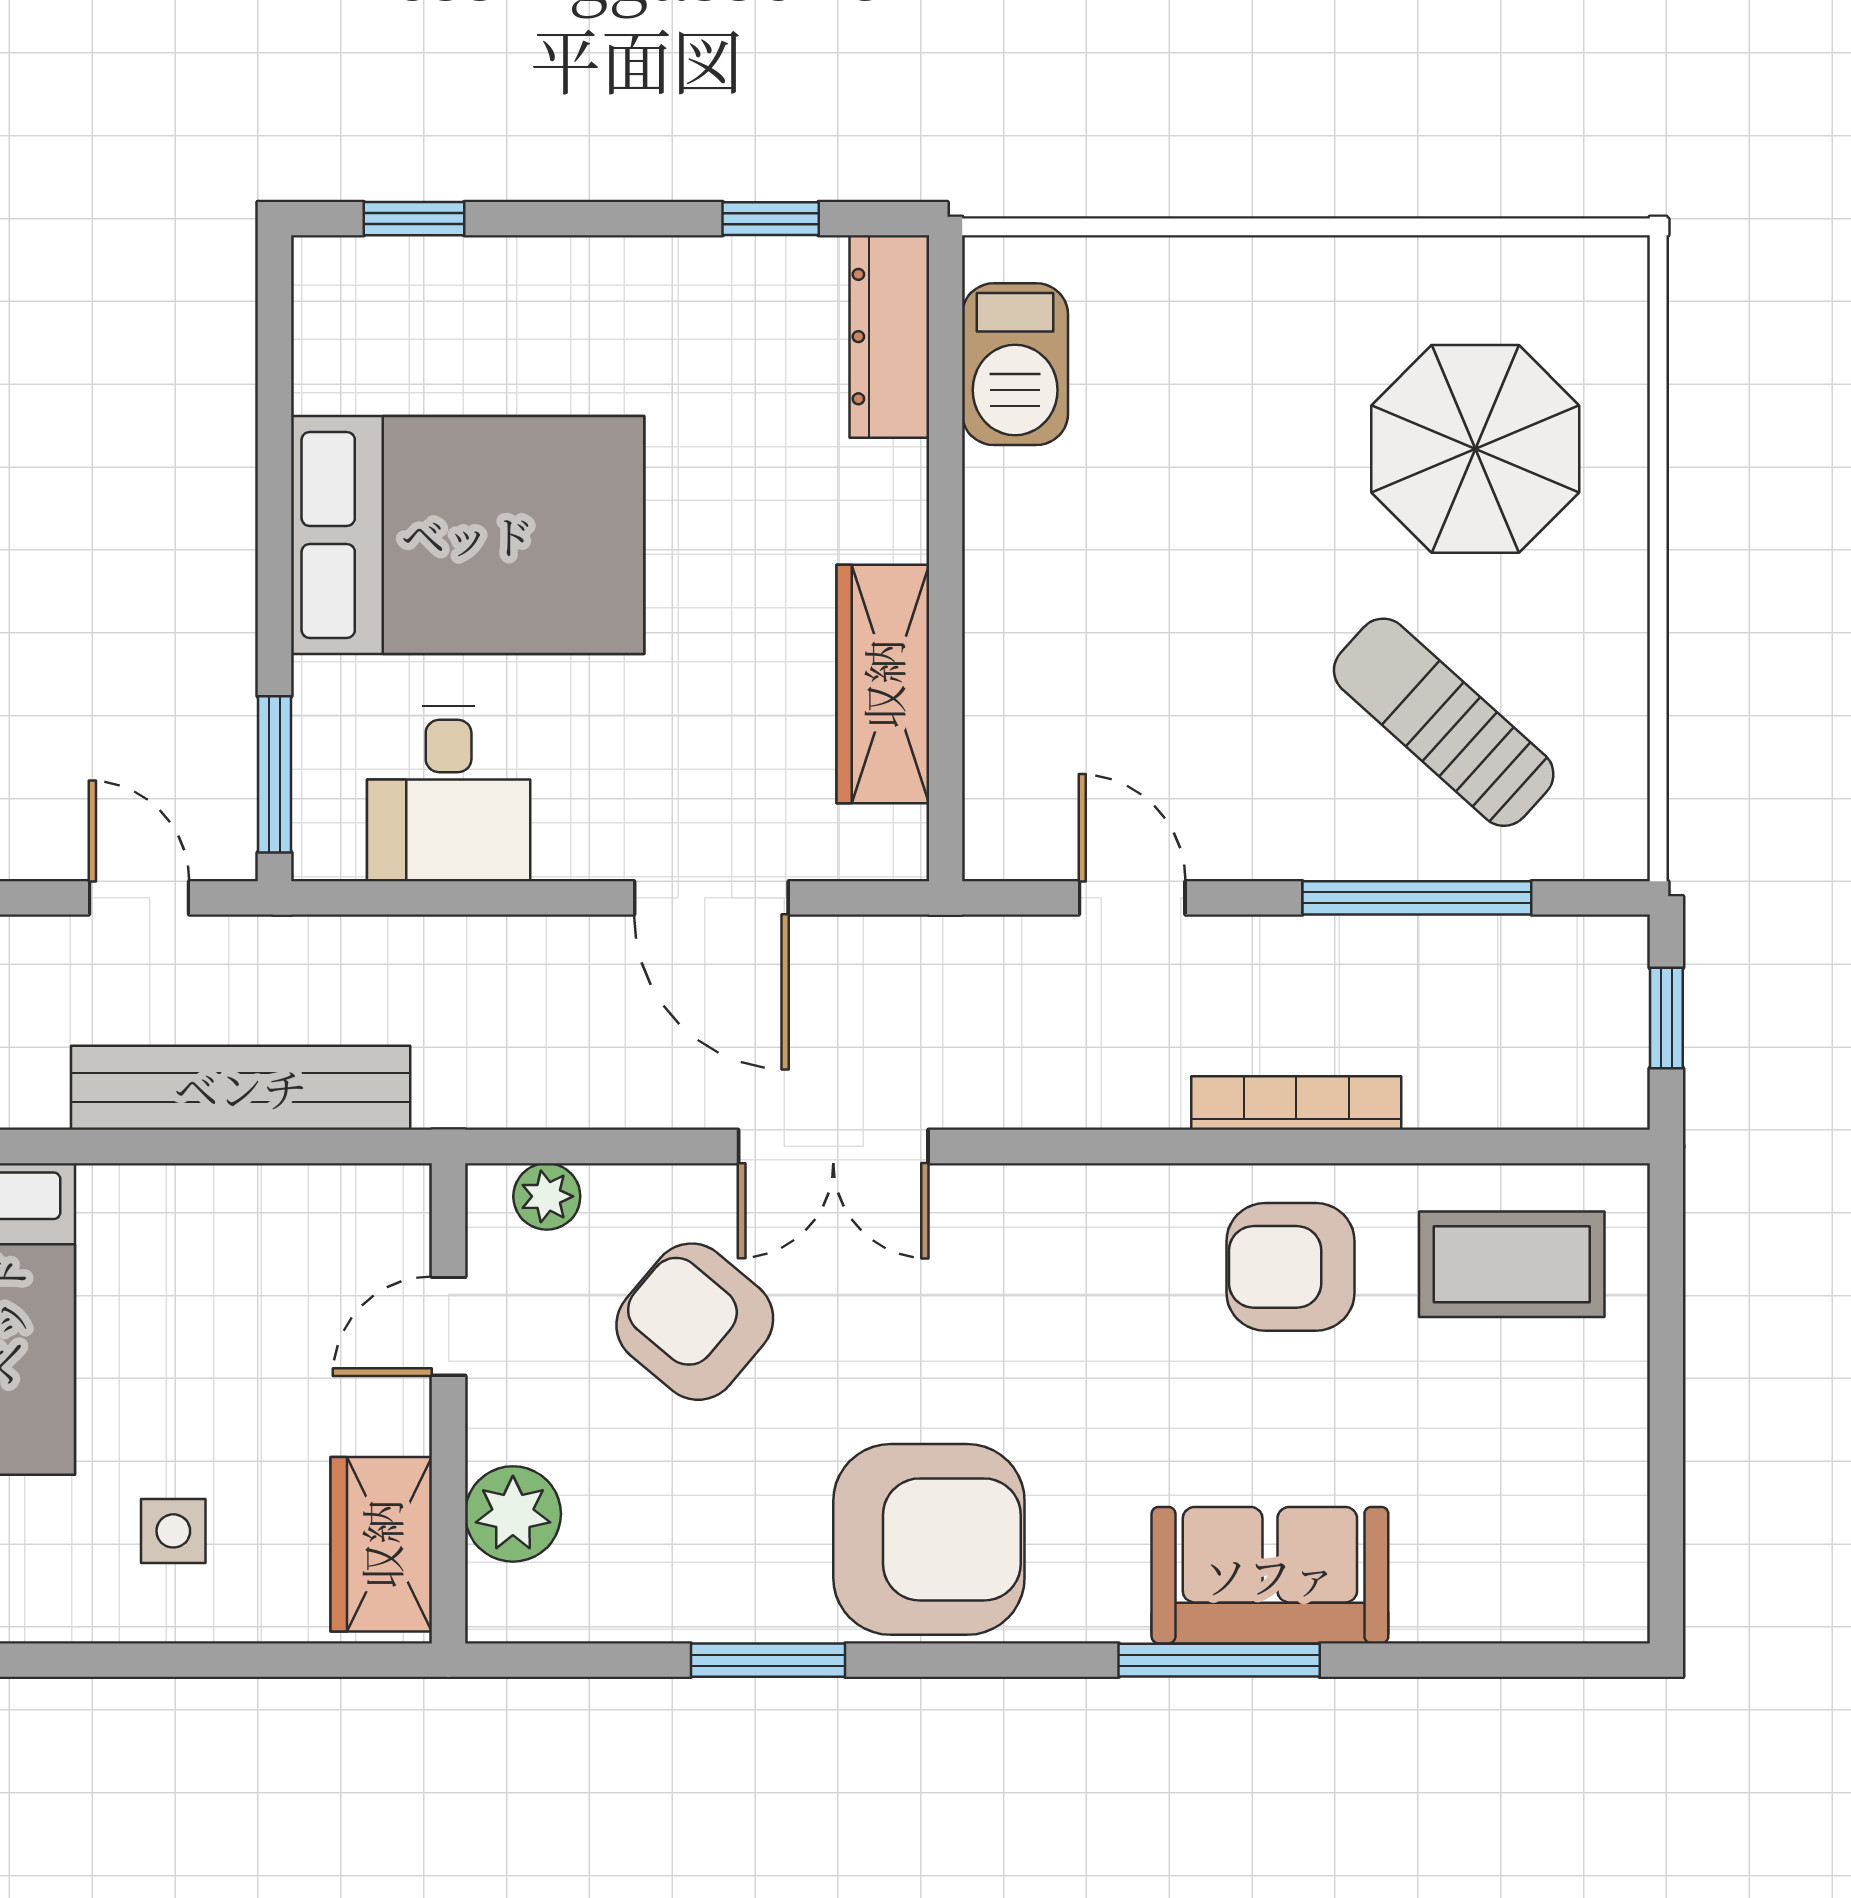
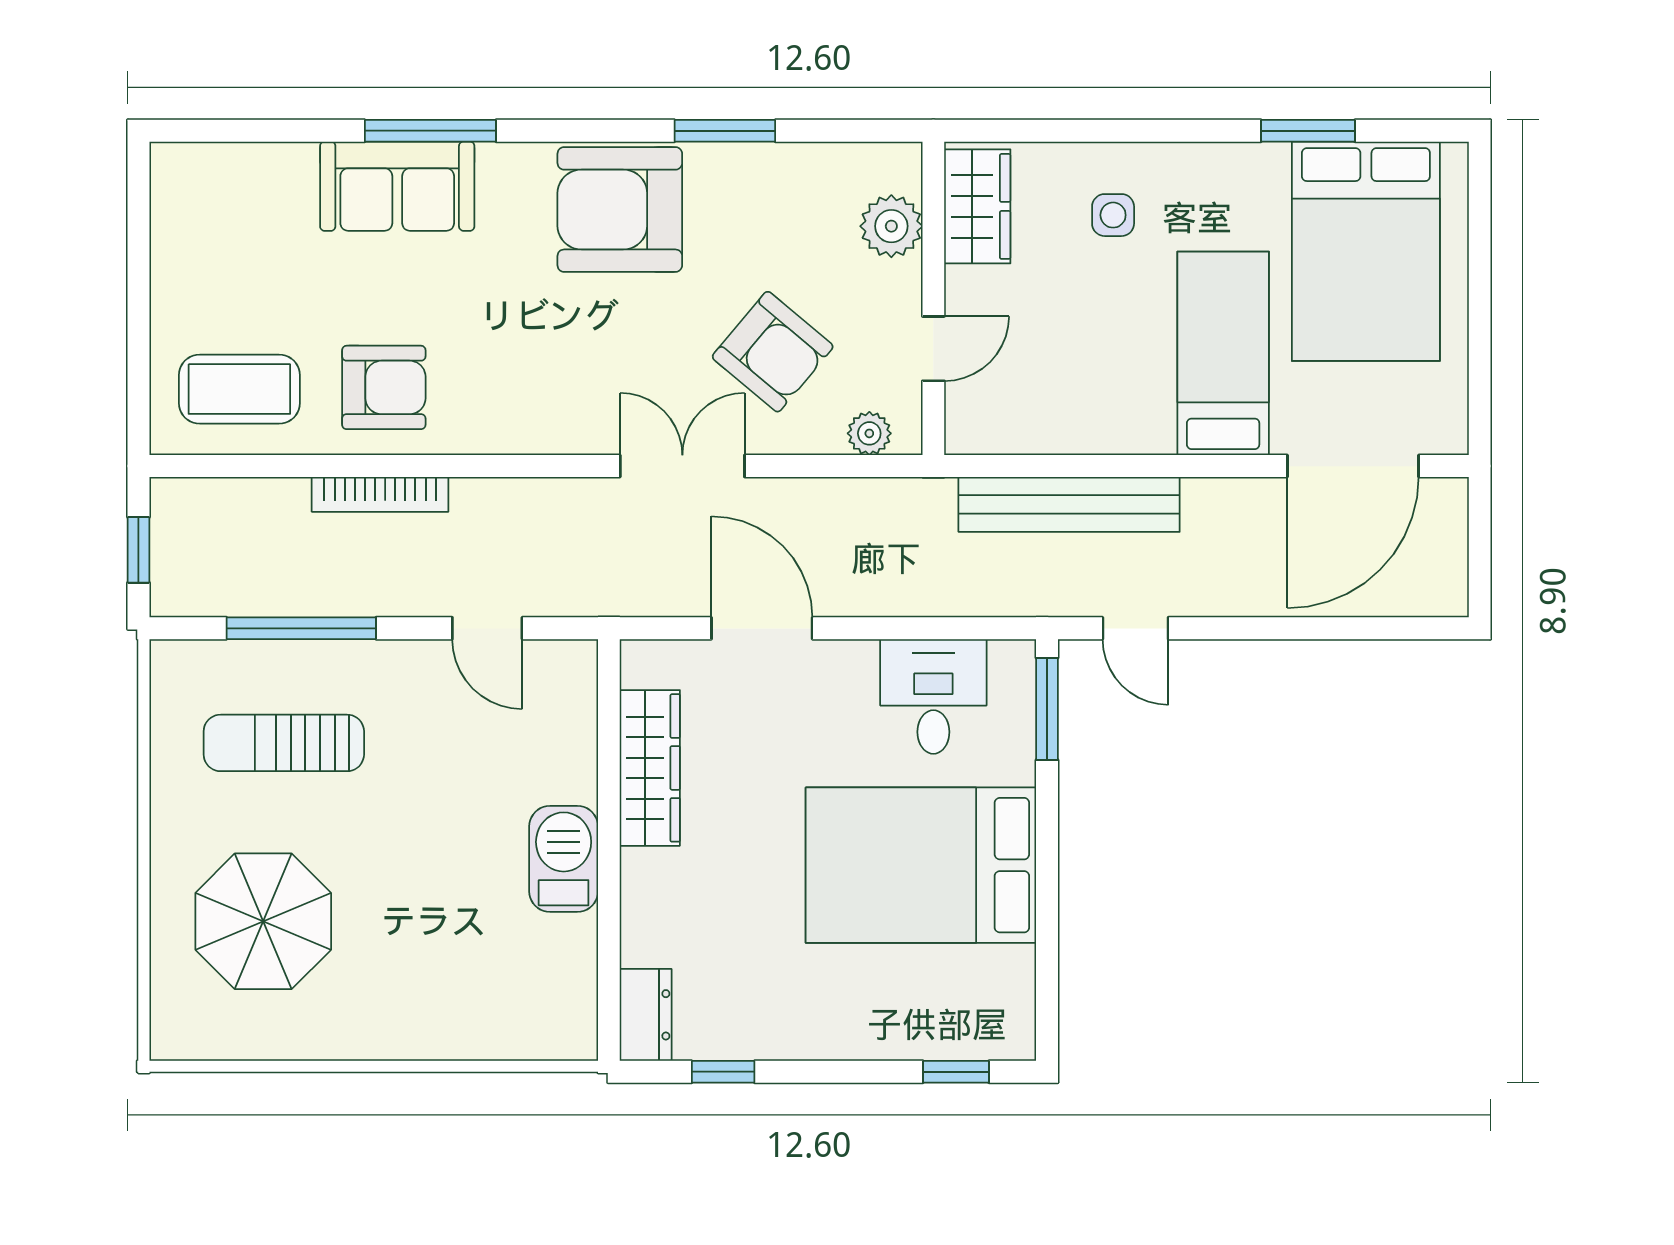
dresser: (889, 337) -> (646, 1015), width x0.70
barbecue: (1015, 364) -> (564, 859), moved
sun lounger: (1444, 722) -> (284, 743), turned 138

